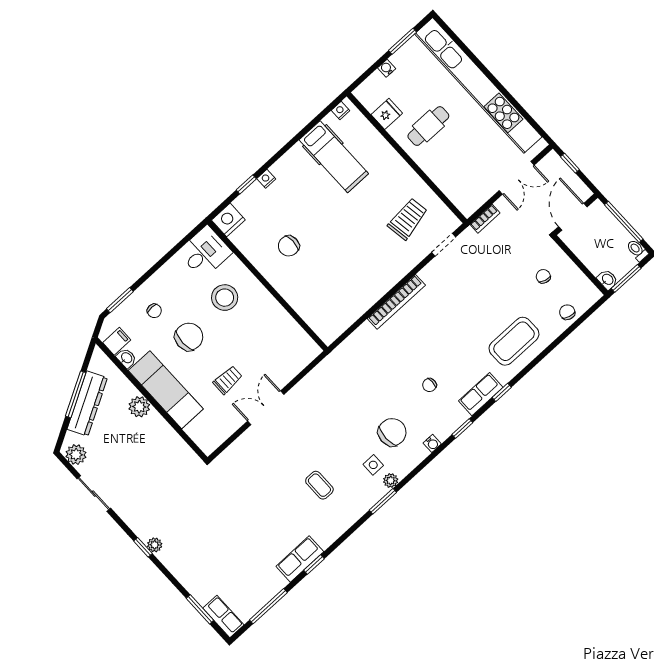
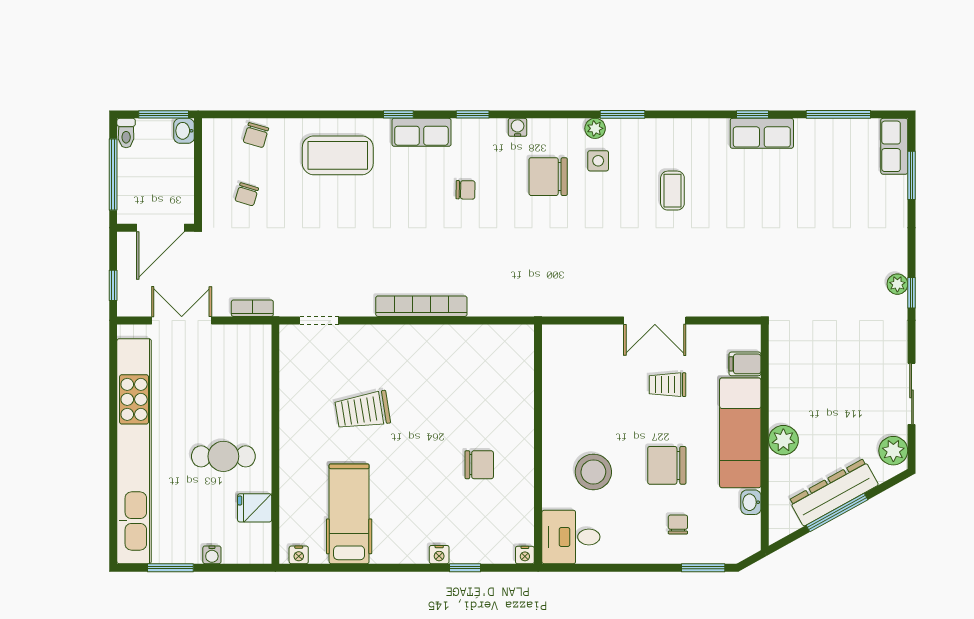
trolley: (408, 219) -> (363, 411), moved
nightstand: (228, 220) -> (525, 555), width x0.53, depth x0.56
filing cabinet: (117, 341) -> (745, 364), moved

